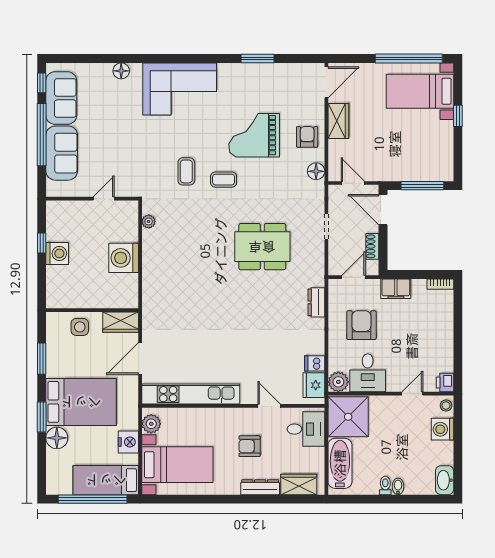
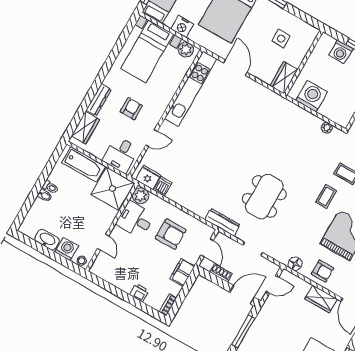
dresser: (316, 302) -> (222, 222), moved, width x1.44
wall: (92, 310) -> (303, 63), moved
wardrobe: (121, 322) -> (284, 78), moved
printer: (445, 383) -> (139, 293), moved
washbasin: (445, 480) -> (47, 240), moved

